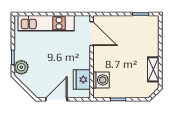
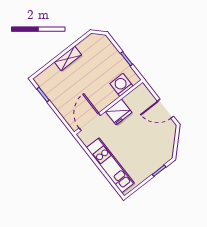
plant: (21, 67) -> (162, 158), removed
shelving: (153, 69) -> (68, 58), moved
fridge: (82, 80) -> (119, 112), moved

